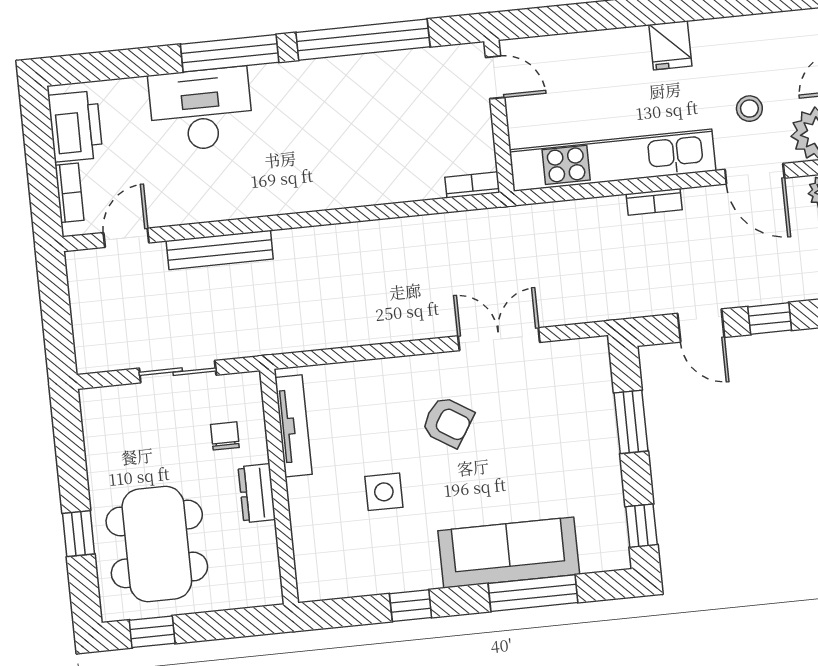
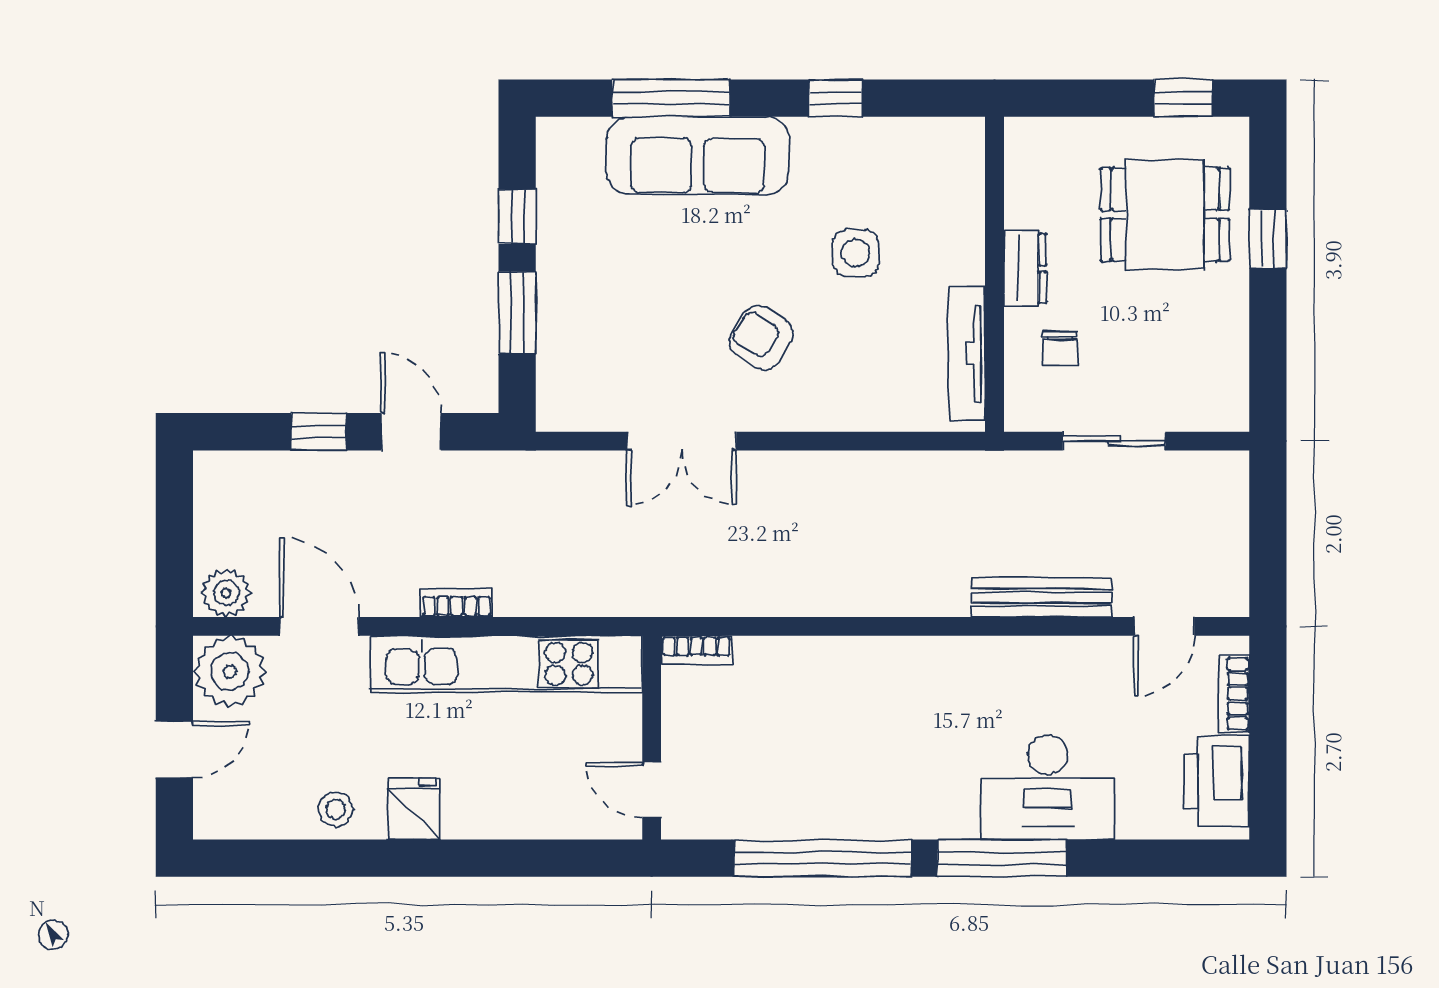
stool: (749, 109) -> (336, 809), moved
window: (641, 526) -> (517, 217), moved
dining table: (157, 544) -> (1165, 214), width x0.73

